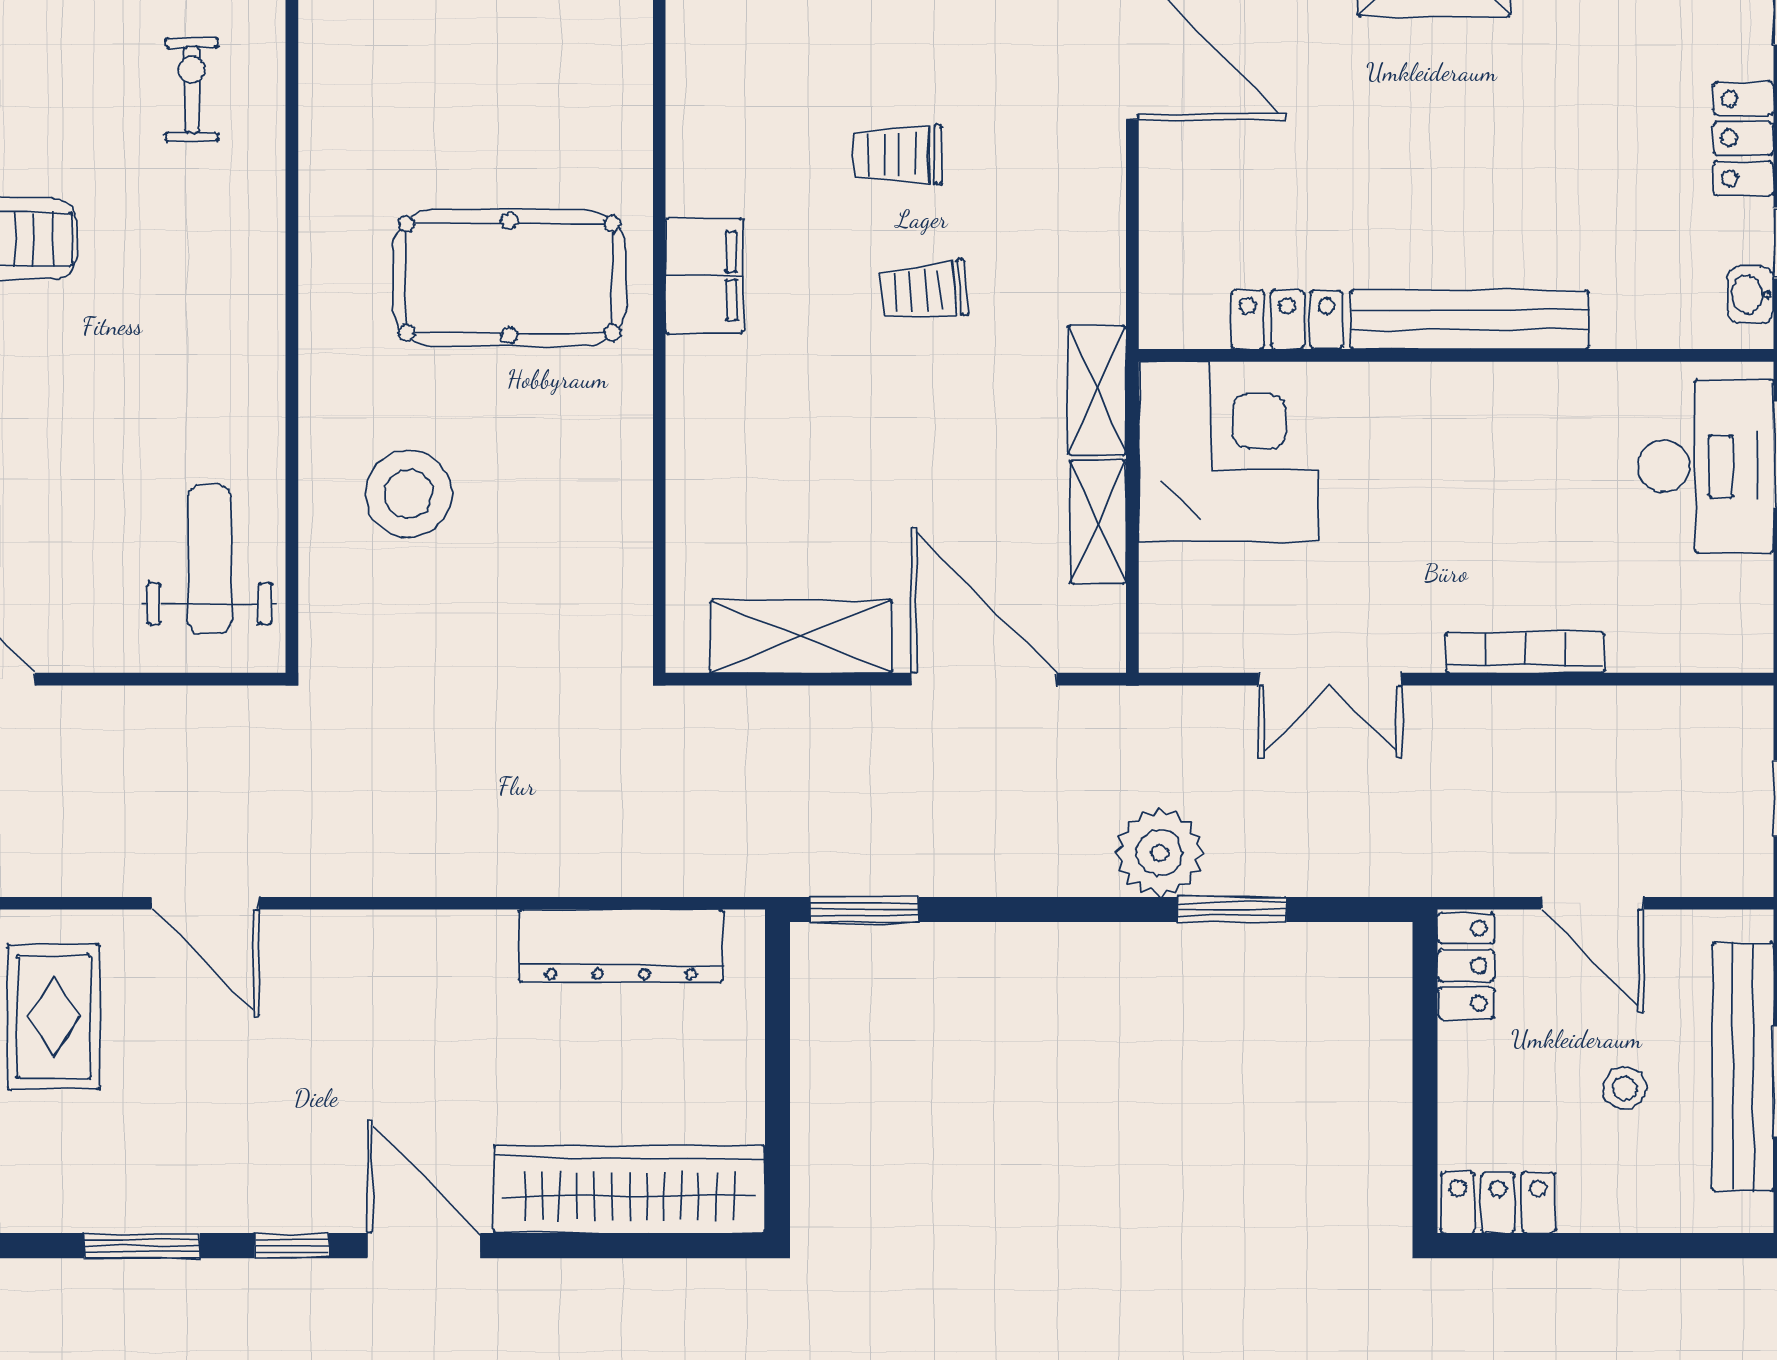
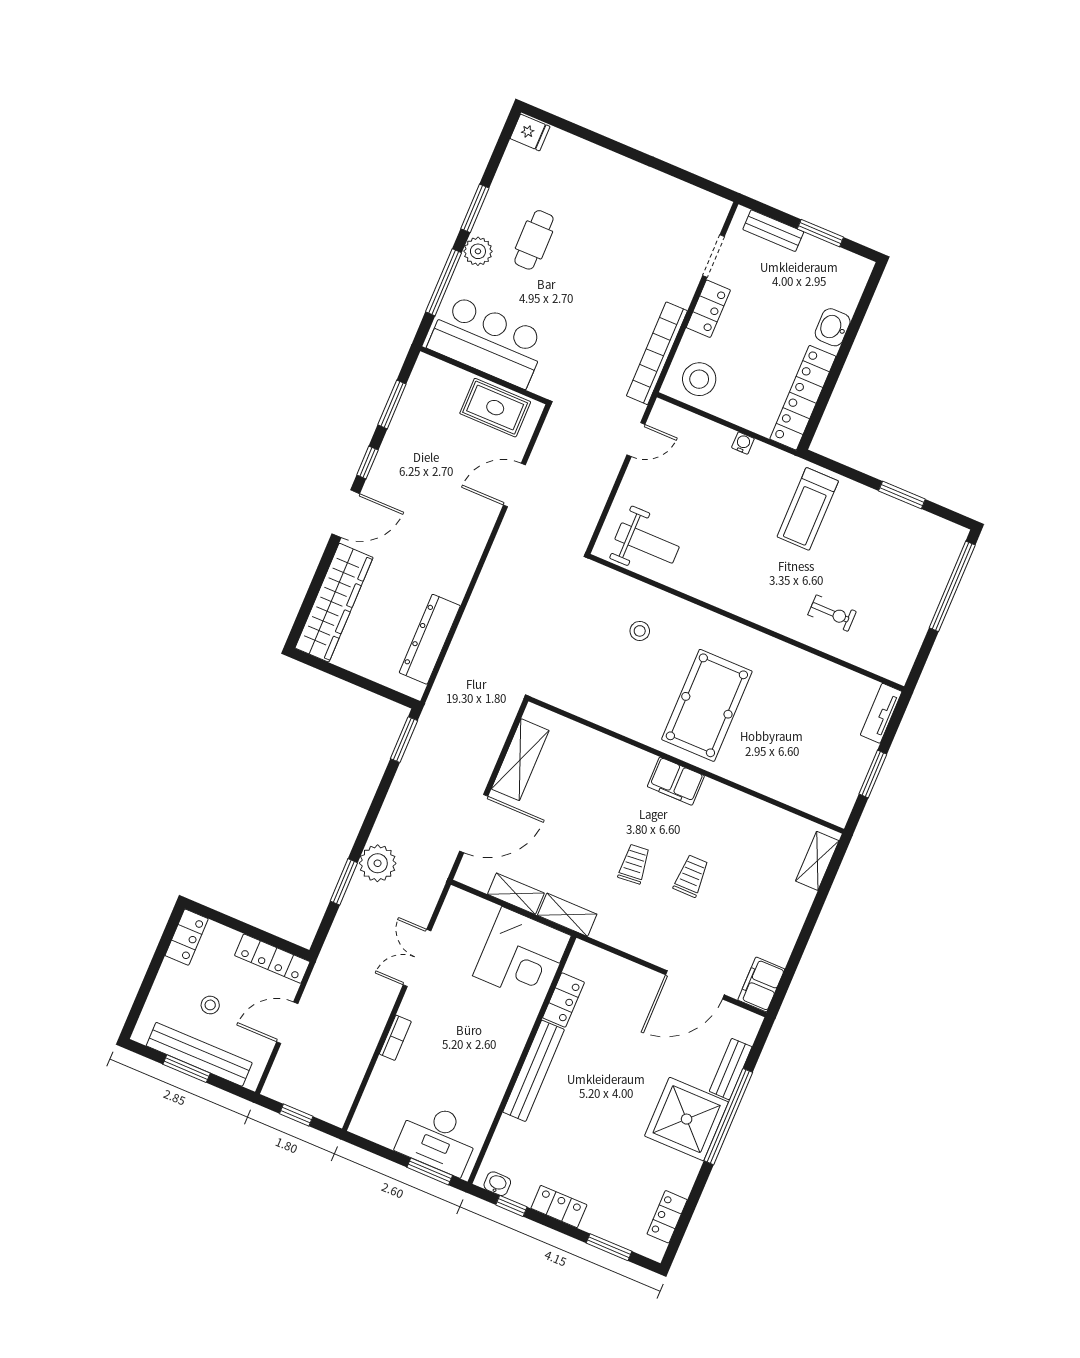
stool: (409, 494) -> (640, 631), width x0.53, depth x0.53
bookcase: (1525, 653) -> (395, 1038), width x0.64
locker: (1466, 966) -> (272, 959), width x1.53

